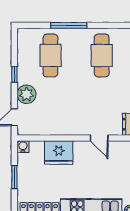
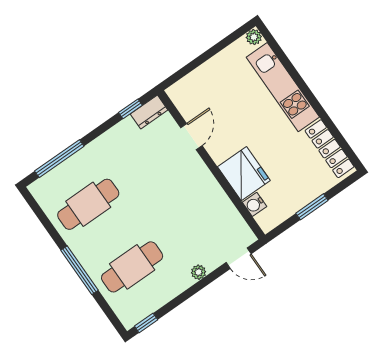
window: (14, 74) -> (146, 323), moved
plant: (26, 94) -> (199, 272), width x0.53, depth x0.53
water cooler: (23, 147) -> (254, 204), moved

